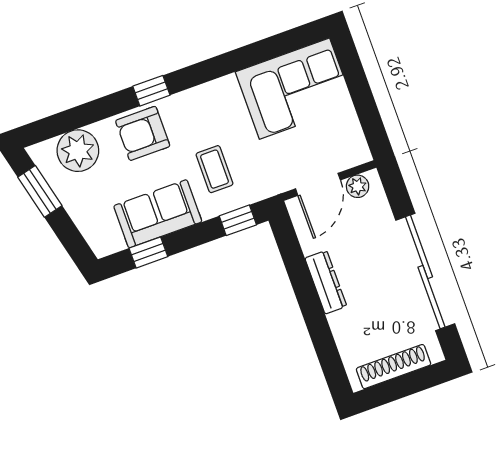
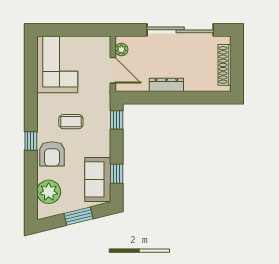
coffee table: (214, 169) -> (71, 122), moved
window: (40, 191) -> (78, 216), moved
sofa: (158, 214) -> (98, 179), moved

